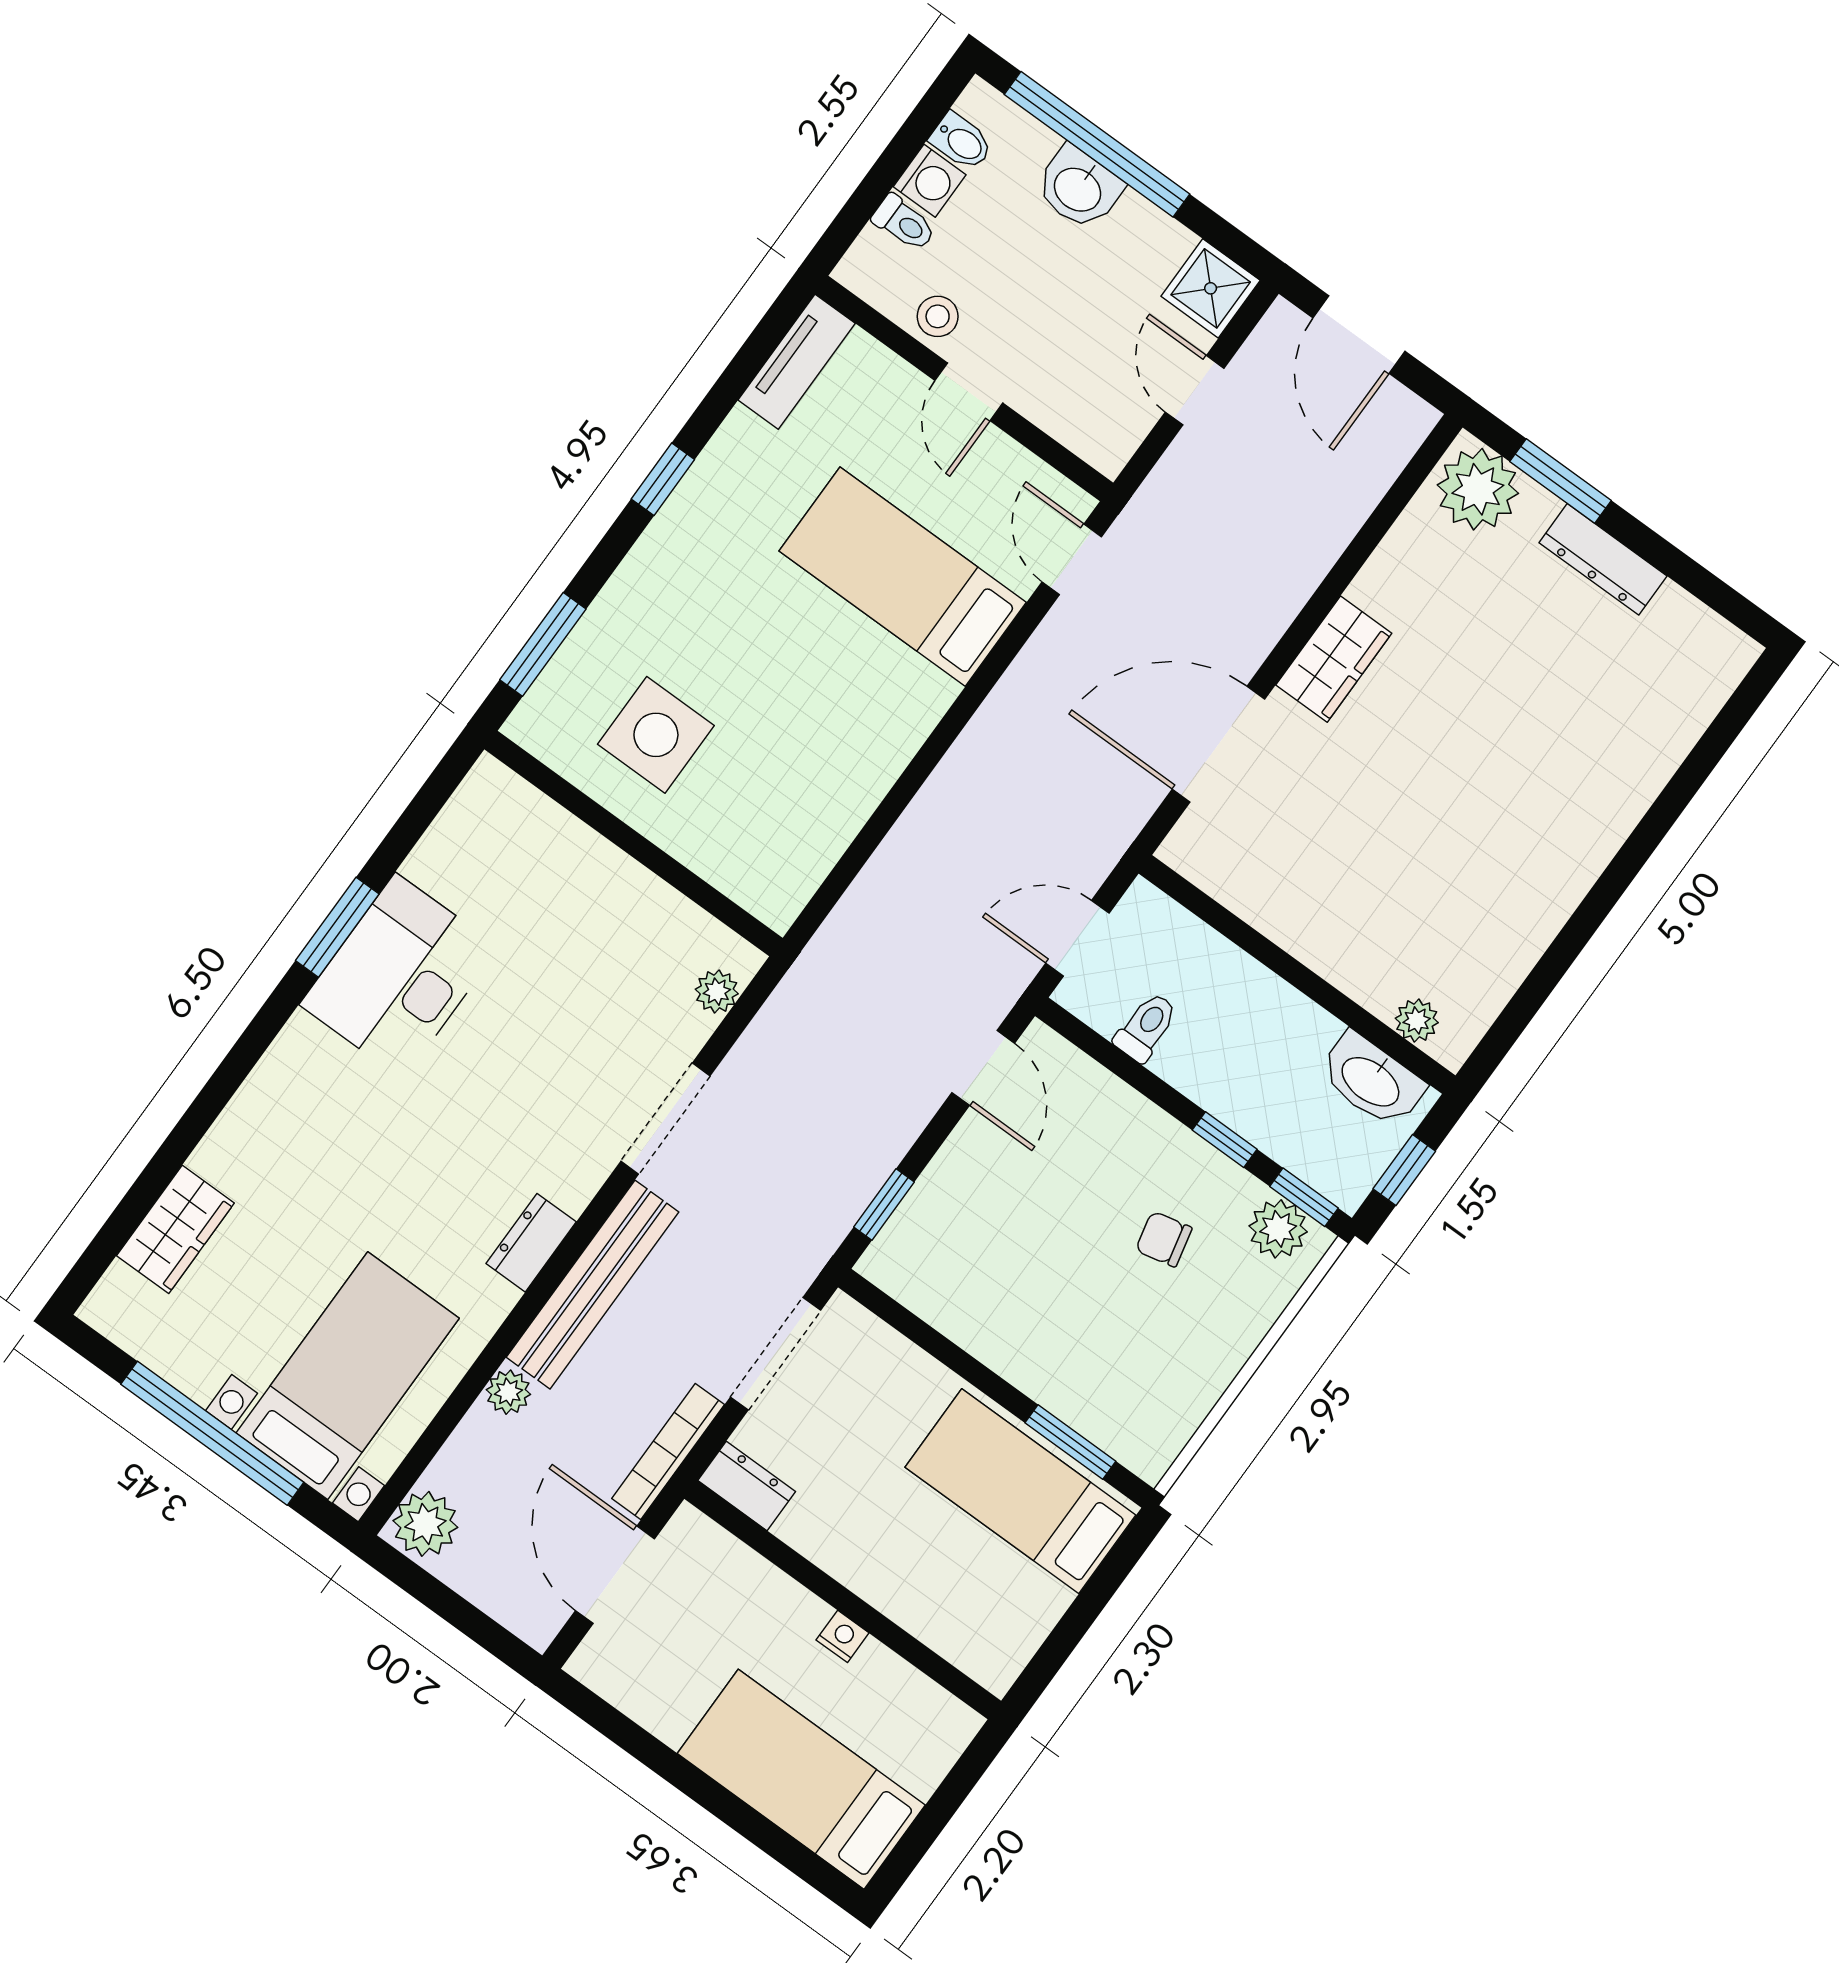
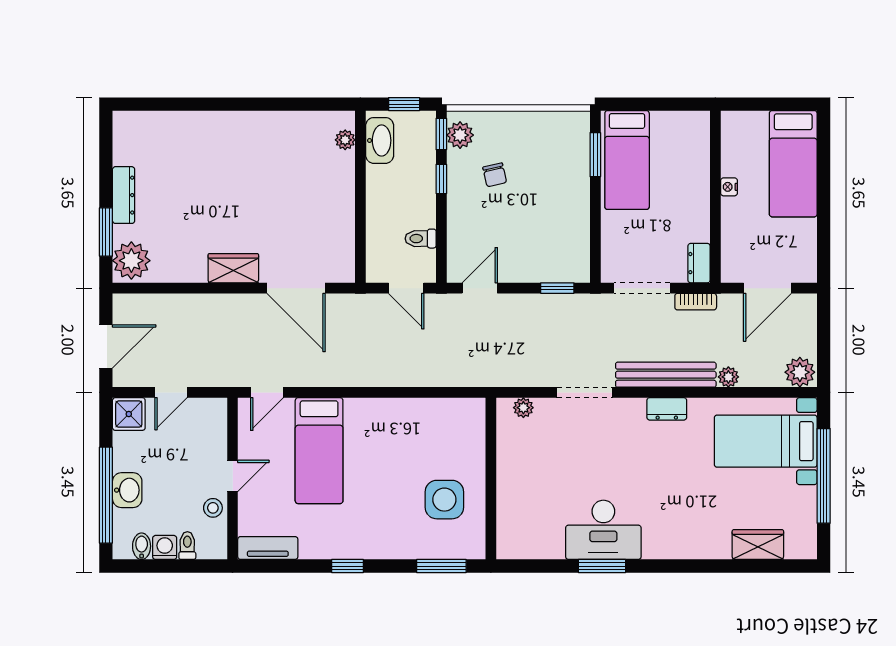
bookcase: (668, 1451) -> (696, 302), width x0.64

